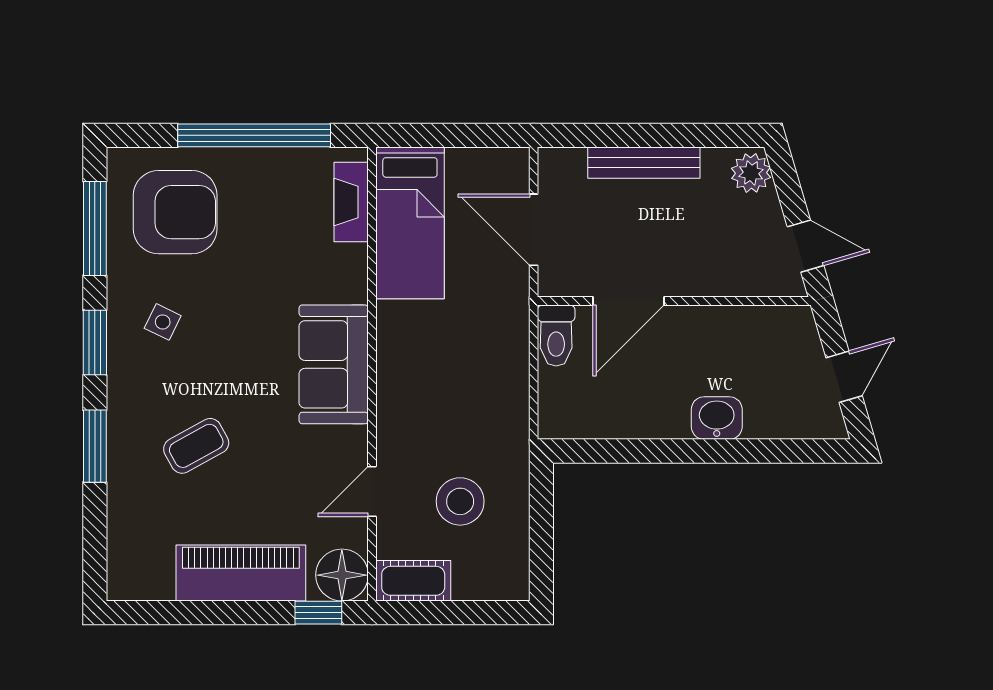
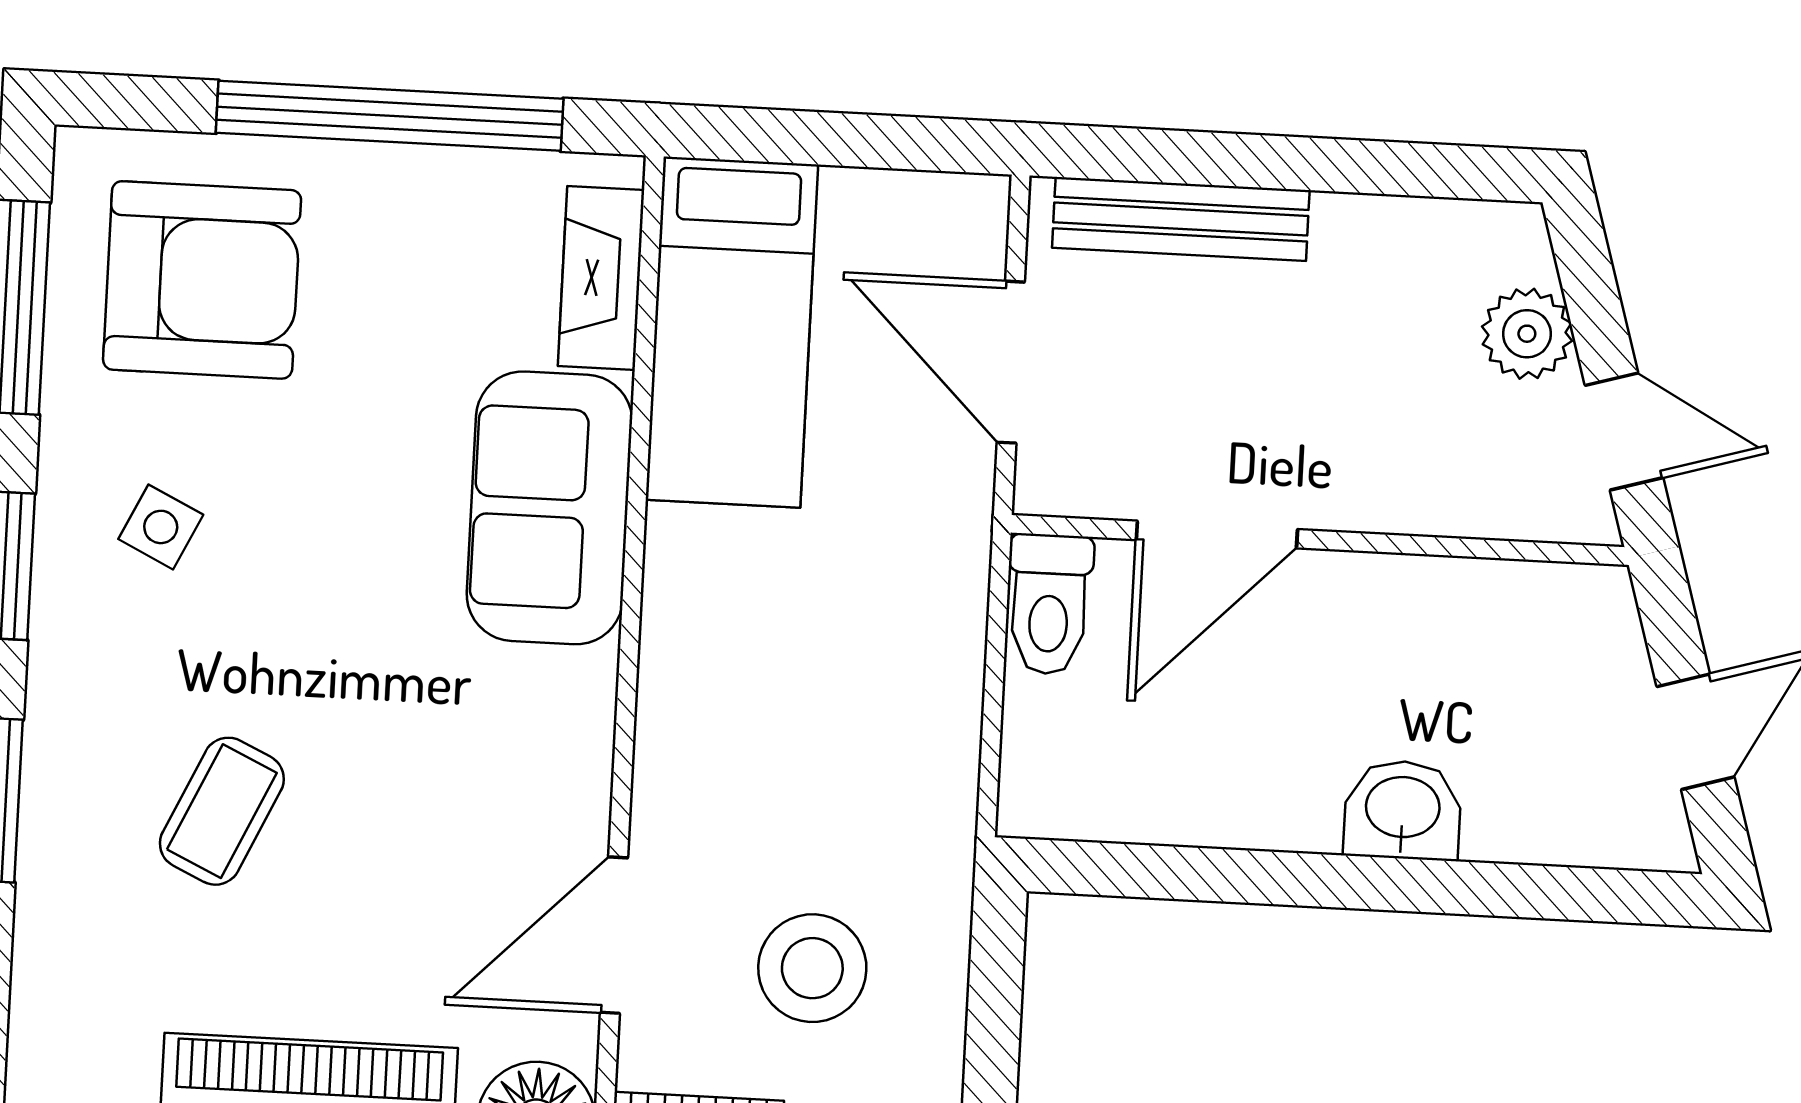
bench: (644, 163) -> (1181, 219), moved
plant: (751, 173) -> (1527, 334), moved
sofa: (334, 364) -> (550, 508), moved
coffee table: (196, 446) -> (222, 811), turned -36
door: (372, 491) -> (614, 935), width x1.38

